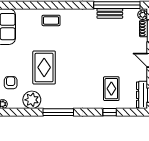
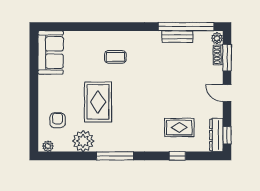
coffee table: (51, 20) -> (115, 57), moved
rug: (111, 89) -> (179, 127), turned 90

